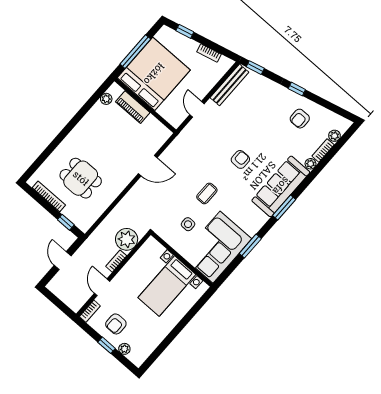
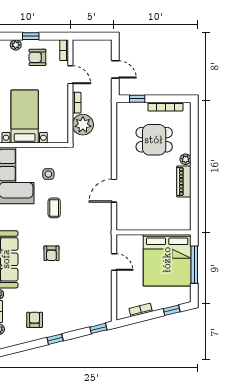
bench: (229, 85) -> (106, 300), removed
plant: (106, 99) -> (186, 159), moved
piano: (133, 107) -> (184, 181), moved, turned -90
armchair: (116, 324) -> (37, 57), turned -90

